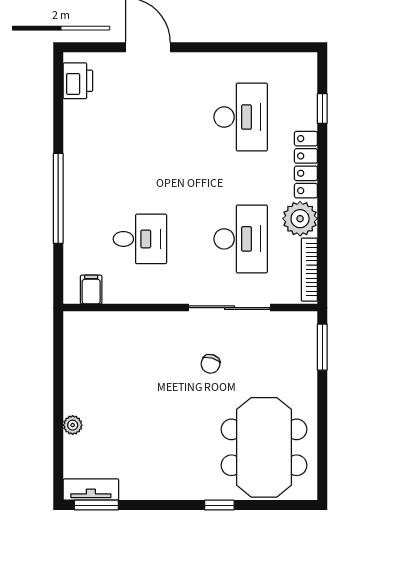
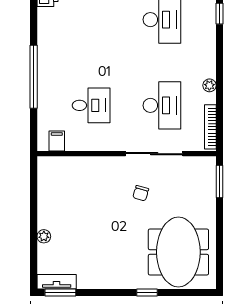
locker: (306, 165) -> (208, 53), removed
plant: (300, 219) -> (209, 85), width x0.53, depth x0.53

